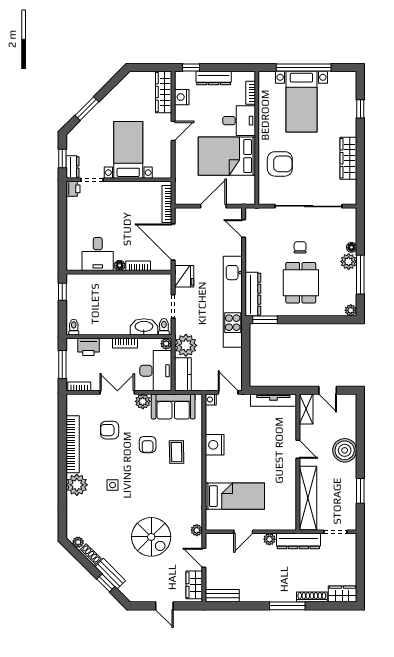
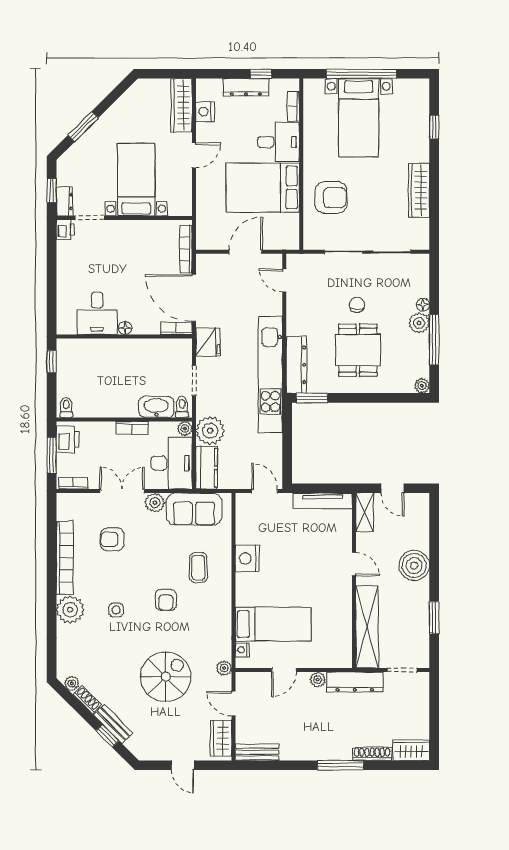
window: (191, 68) -> (261, 74), moved
bookcase: (138, 266) -> (176, 328), moved
printer: (88, 347) -> (68, 439), moved, turned -90
nightstand: (211, 400) -> (242, 650), moved
armchair: (148, 445) -> (166, 600), moved
spiral stairs: (151, 537) -> (166, 677), turned -90

